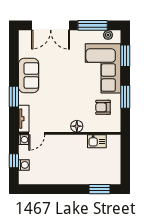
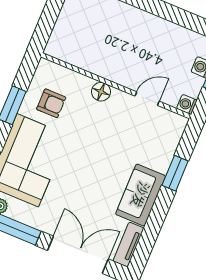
tv unit: (24, 119) -> (128, 245), moved
door: (37, 133) -> (147, 99), moved
kitchen sink: (97, 141) -> (81, 58), removed

